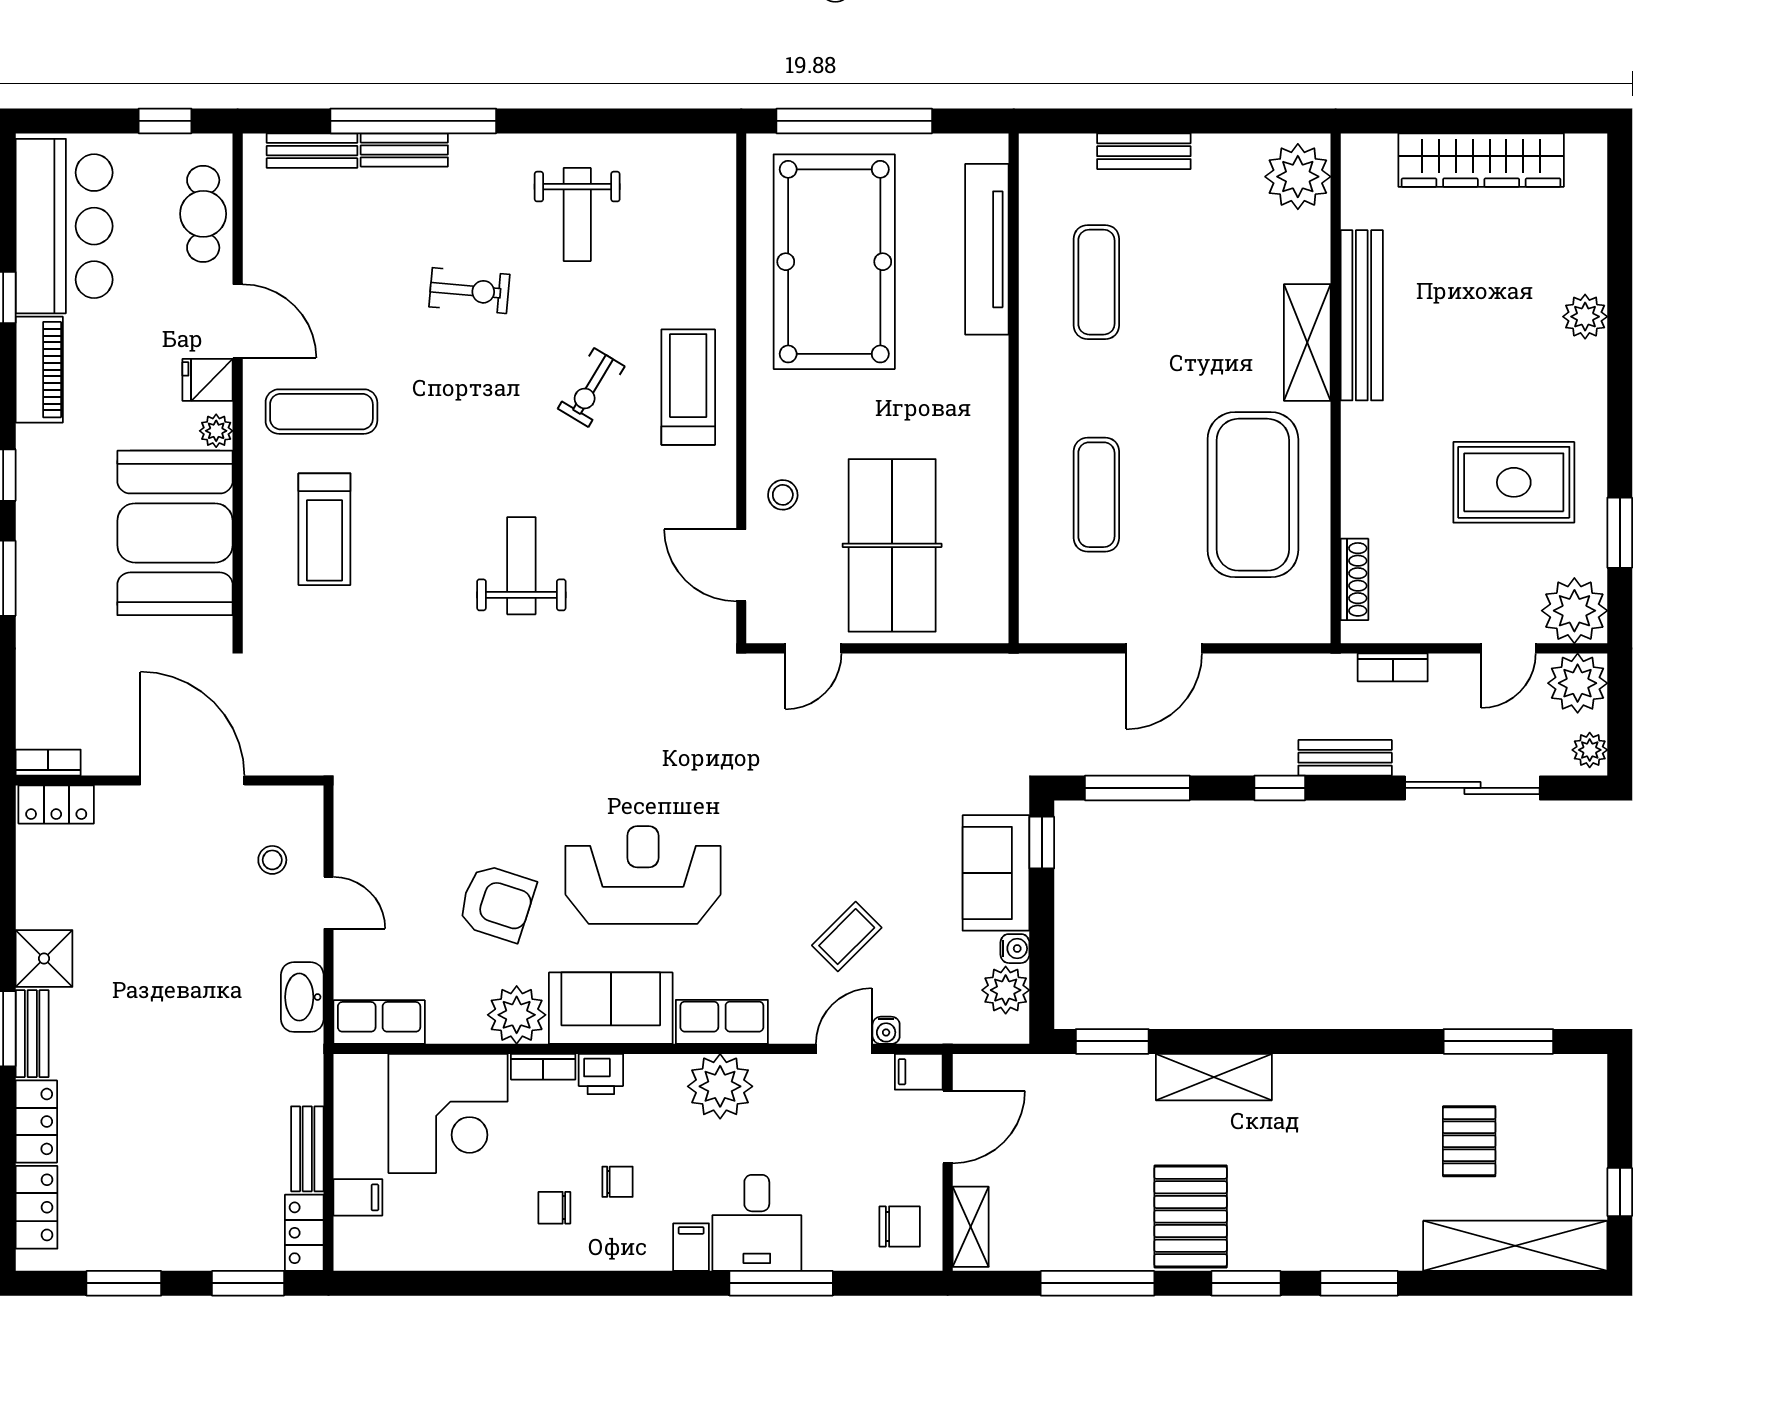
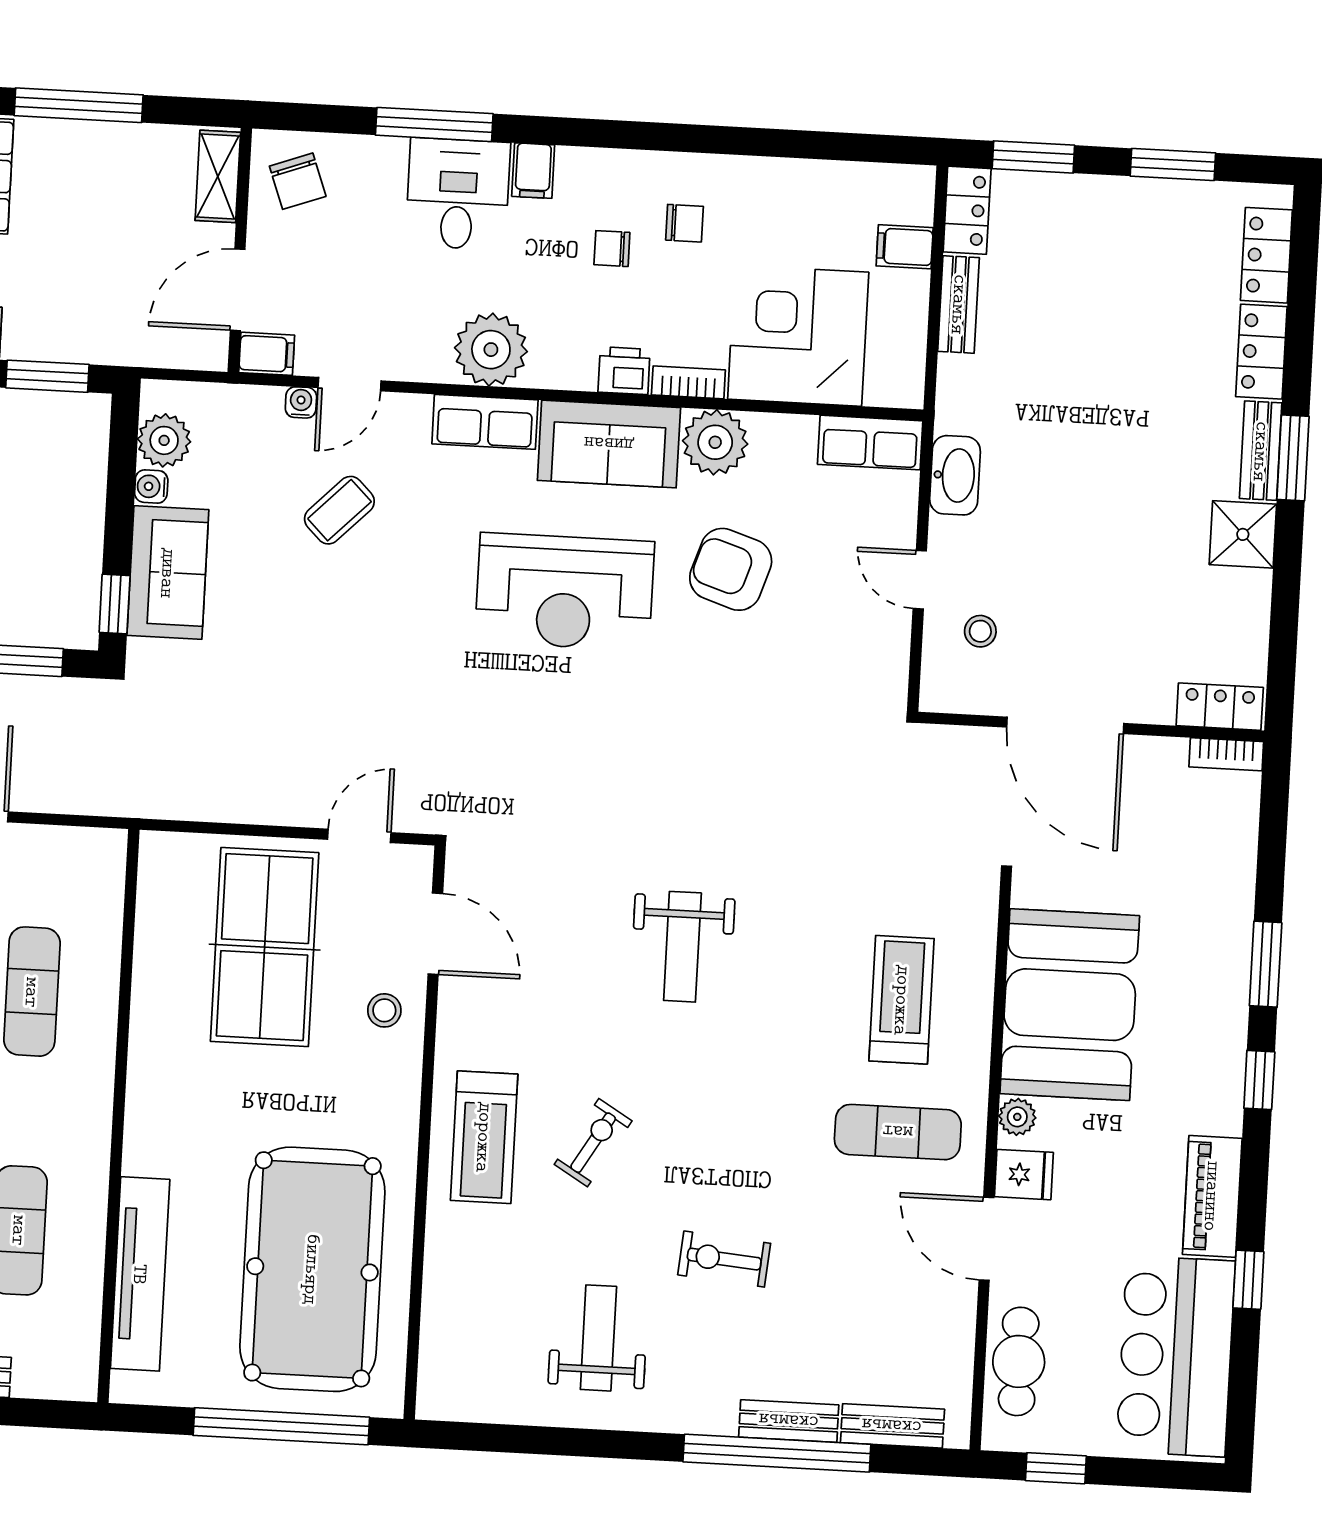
chair: (900, 1226) -> (298, 181), turned -110

